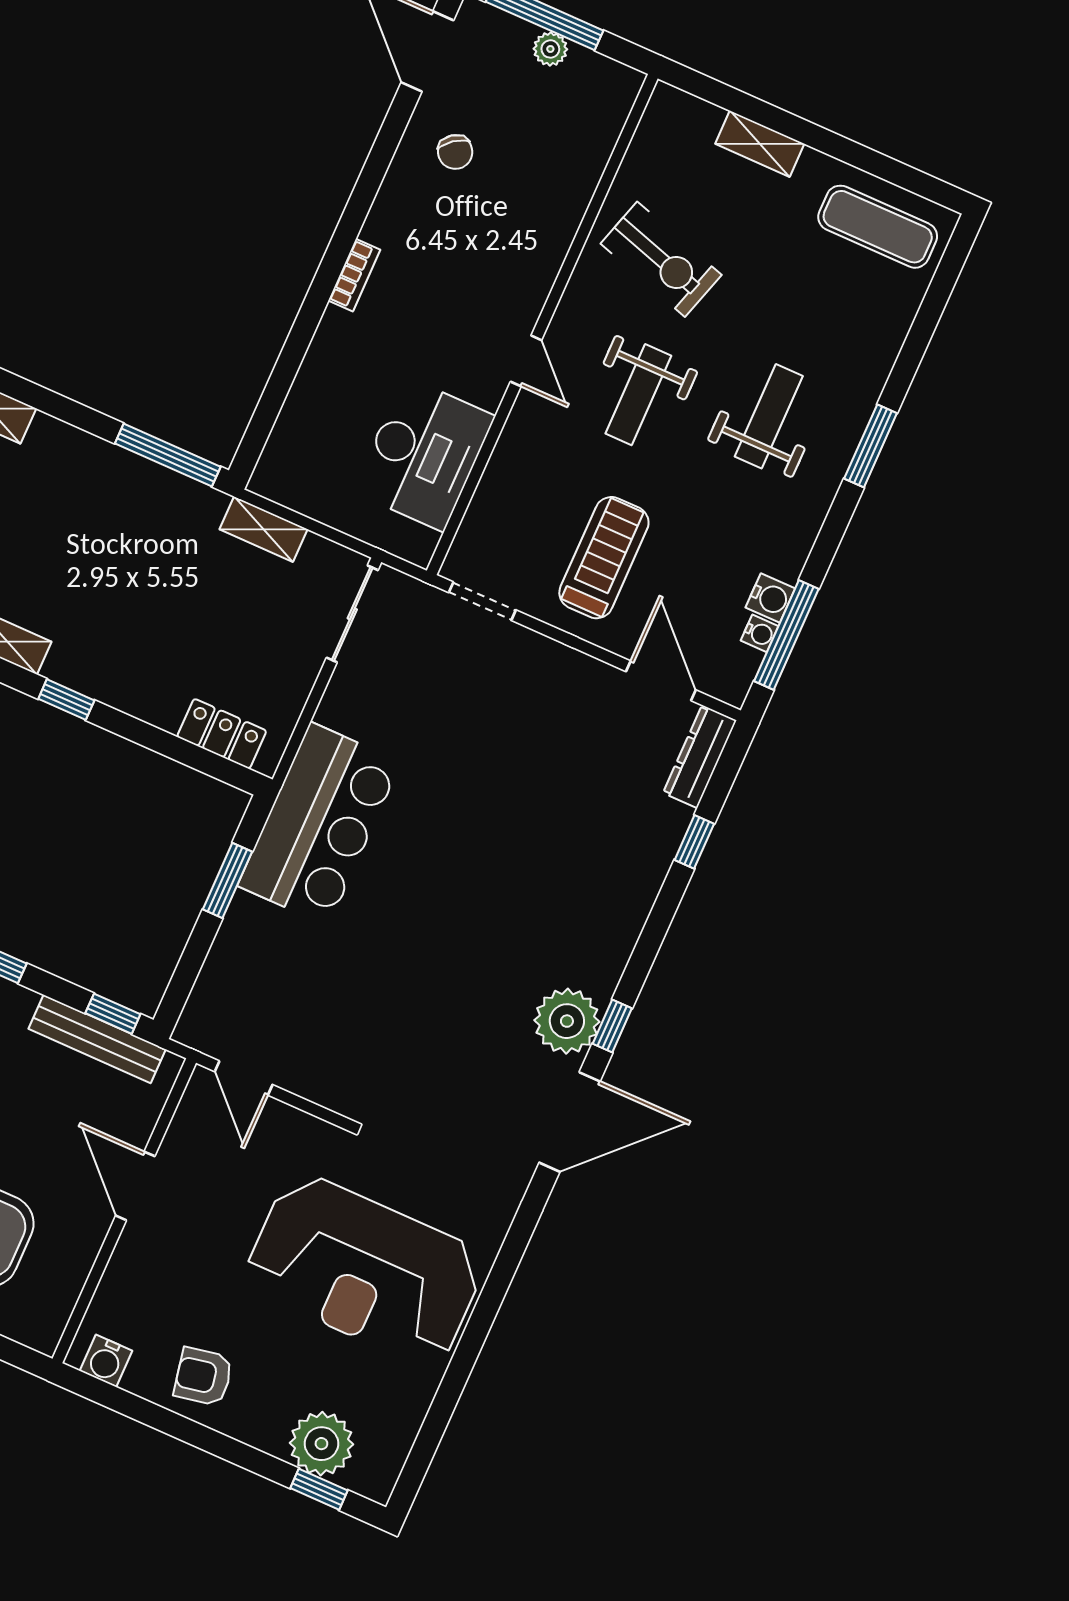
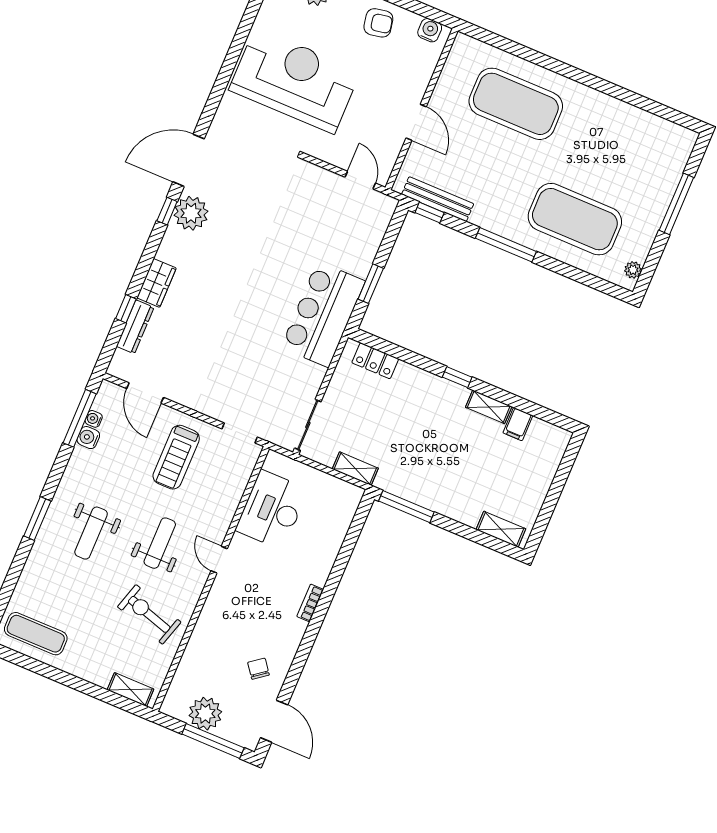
plant: (550, 49) -> (205, 714), width x1.88, depth x1.88
shelving: (760, 144) -> (130, 690), moved
dresser: (700, 757) -> (135, 327), moved
wardrobe: (635, 890) -> (156, 283), added

